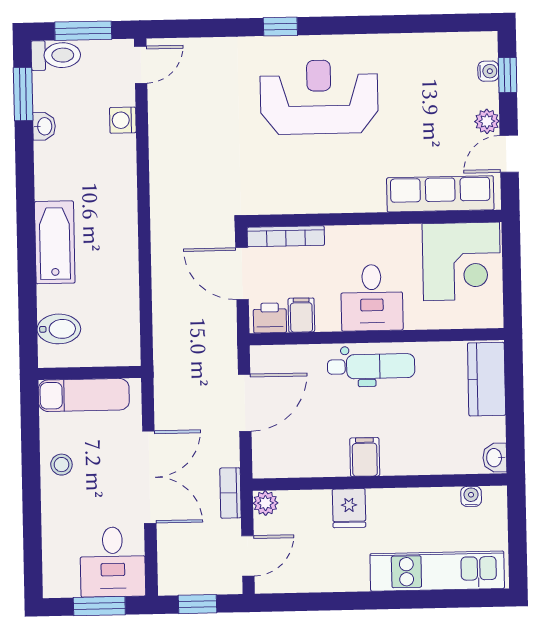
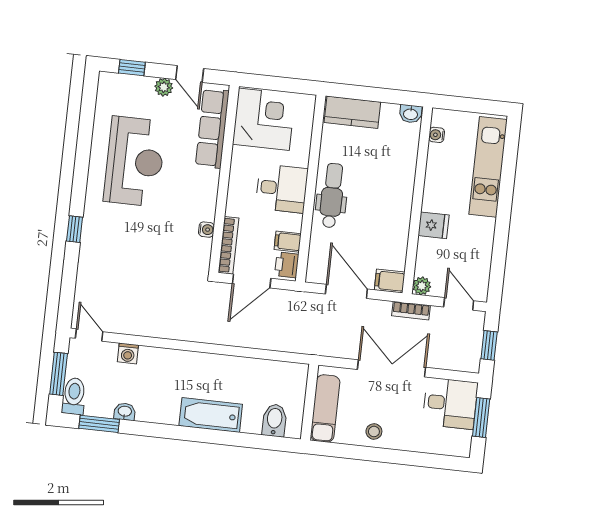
water cooler: (488, 71) -> (206, 230), moved, turned 90
reception desk: (319, 97) -> (135, 161), moved, turned 180
filing cabinet: (365, 457) -> (390, 281), moved

